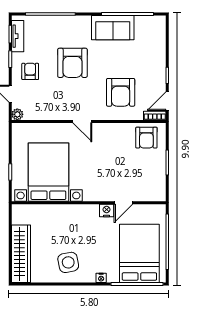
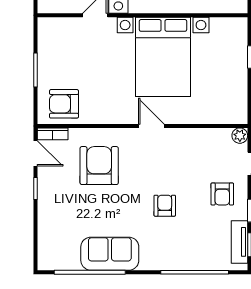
armchair: (72, 63) -> (165, 206), width x0.53, depth x0.53
door: (167, 101) -> (36, 153), hinge flipped
armchair: (146, 138) -> (64, 104), turned -90
bed with nightstands: (48, 172) -> (163, 57), moved

